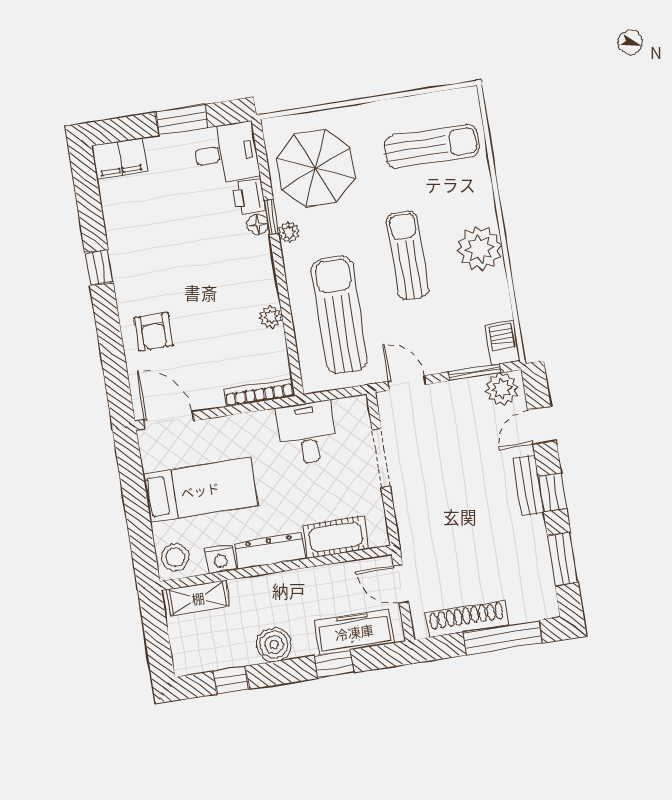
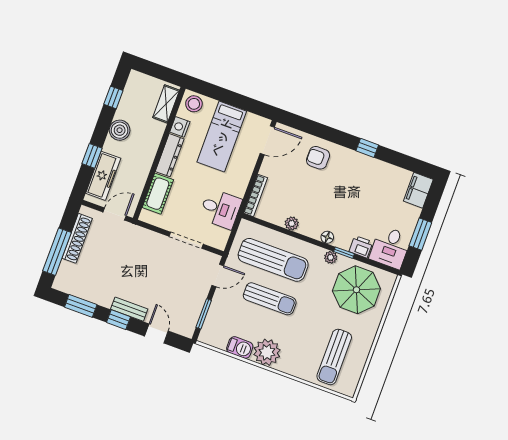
floor lamp: (258, 224) -> (327, 237), moved
sun lounger: (408, 255) -> (270, 299), moved
barbecue: (503, 343) -> (240, 348), moved
plant: (502, 389) -> (187, 323), removed

